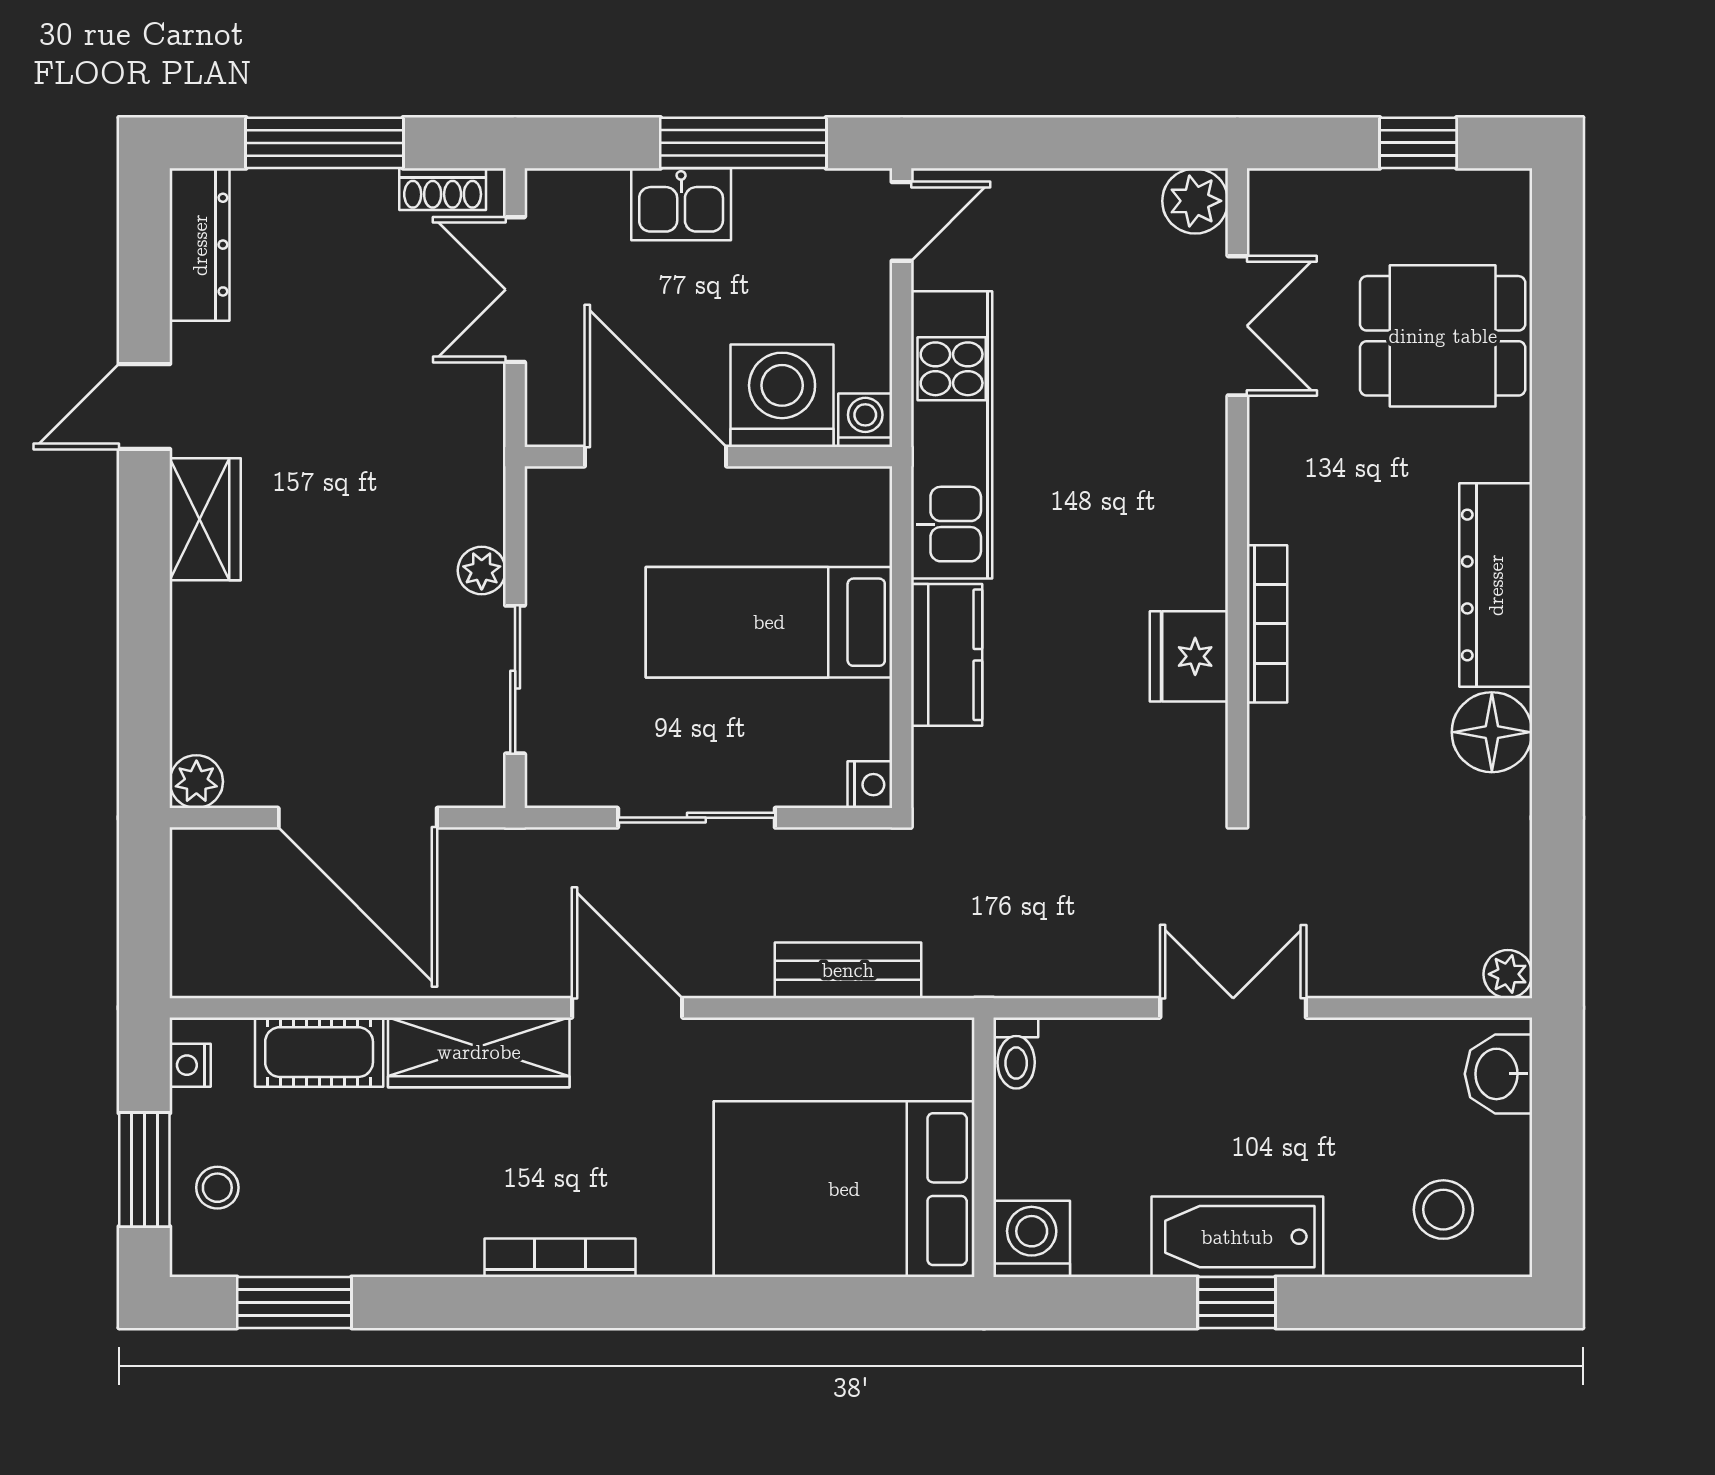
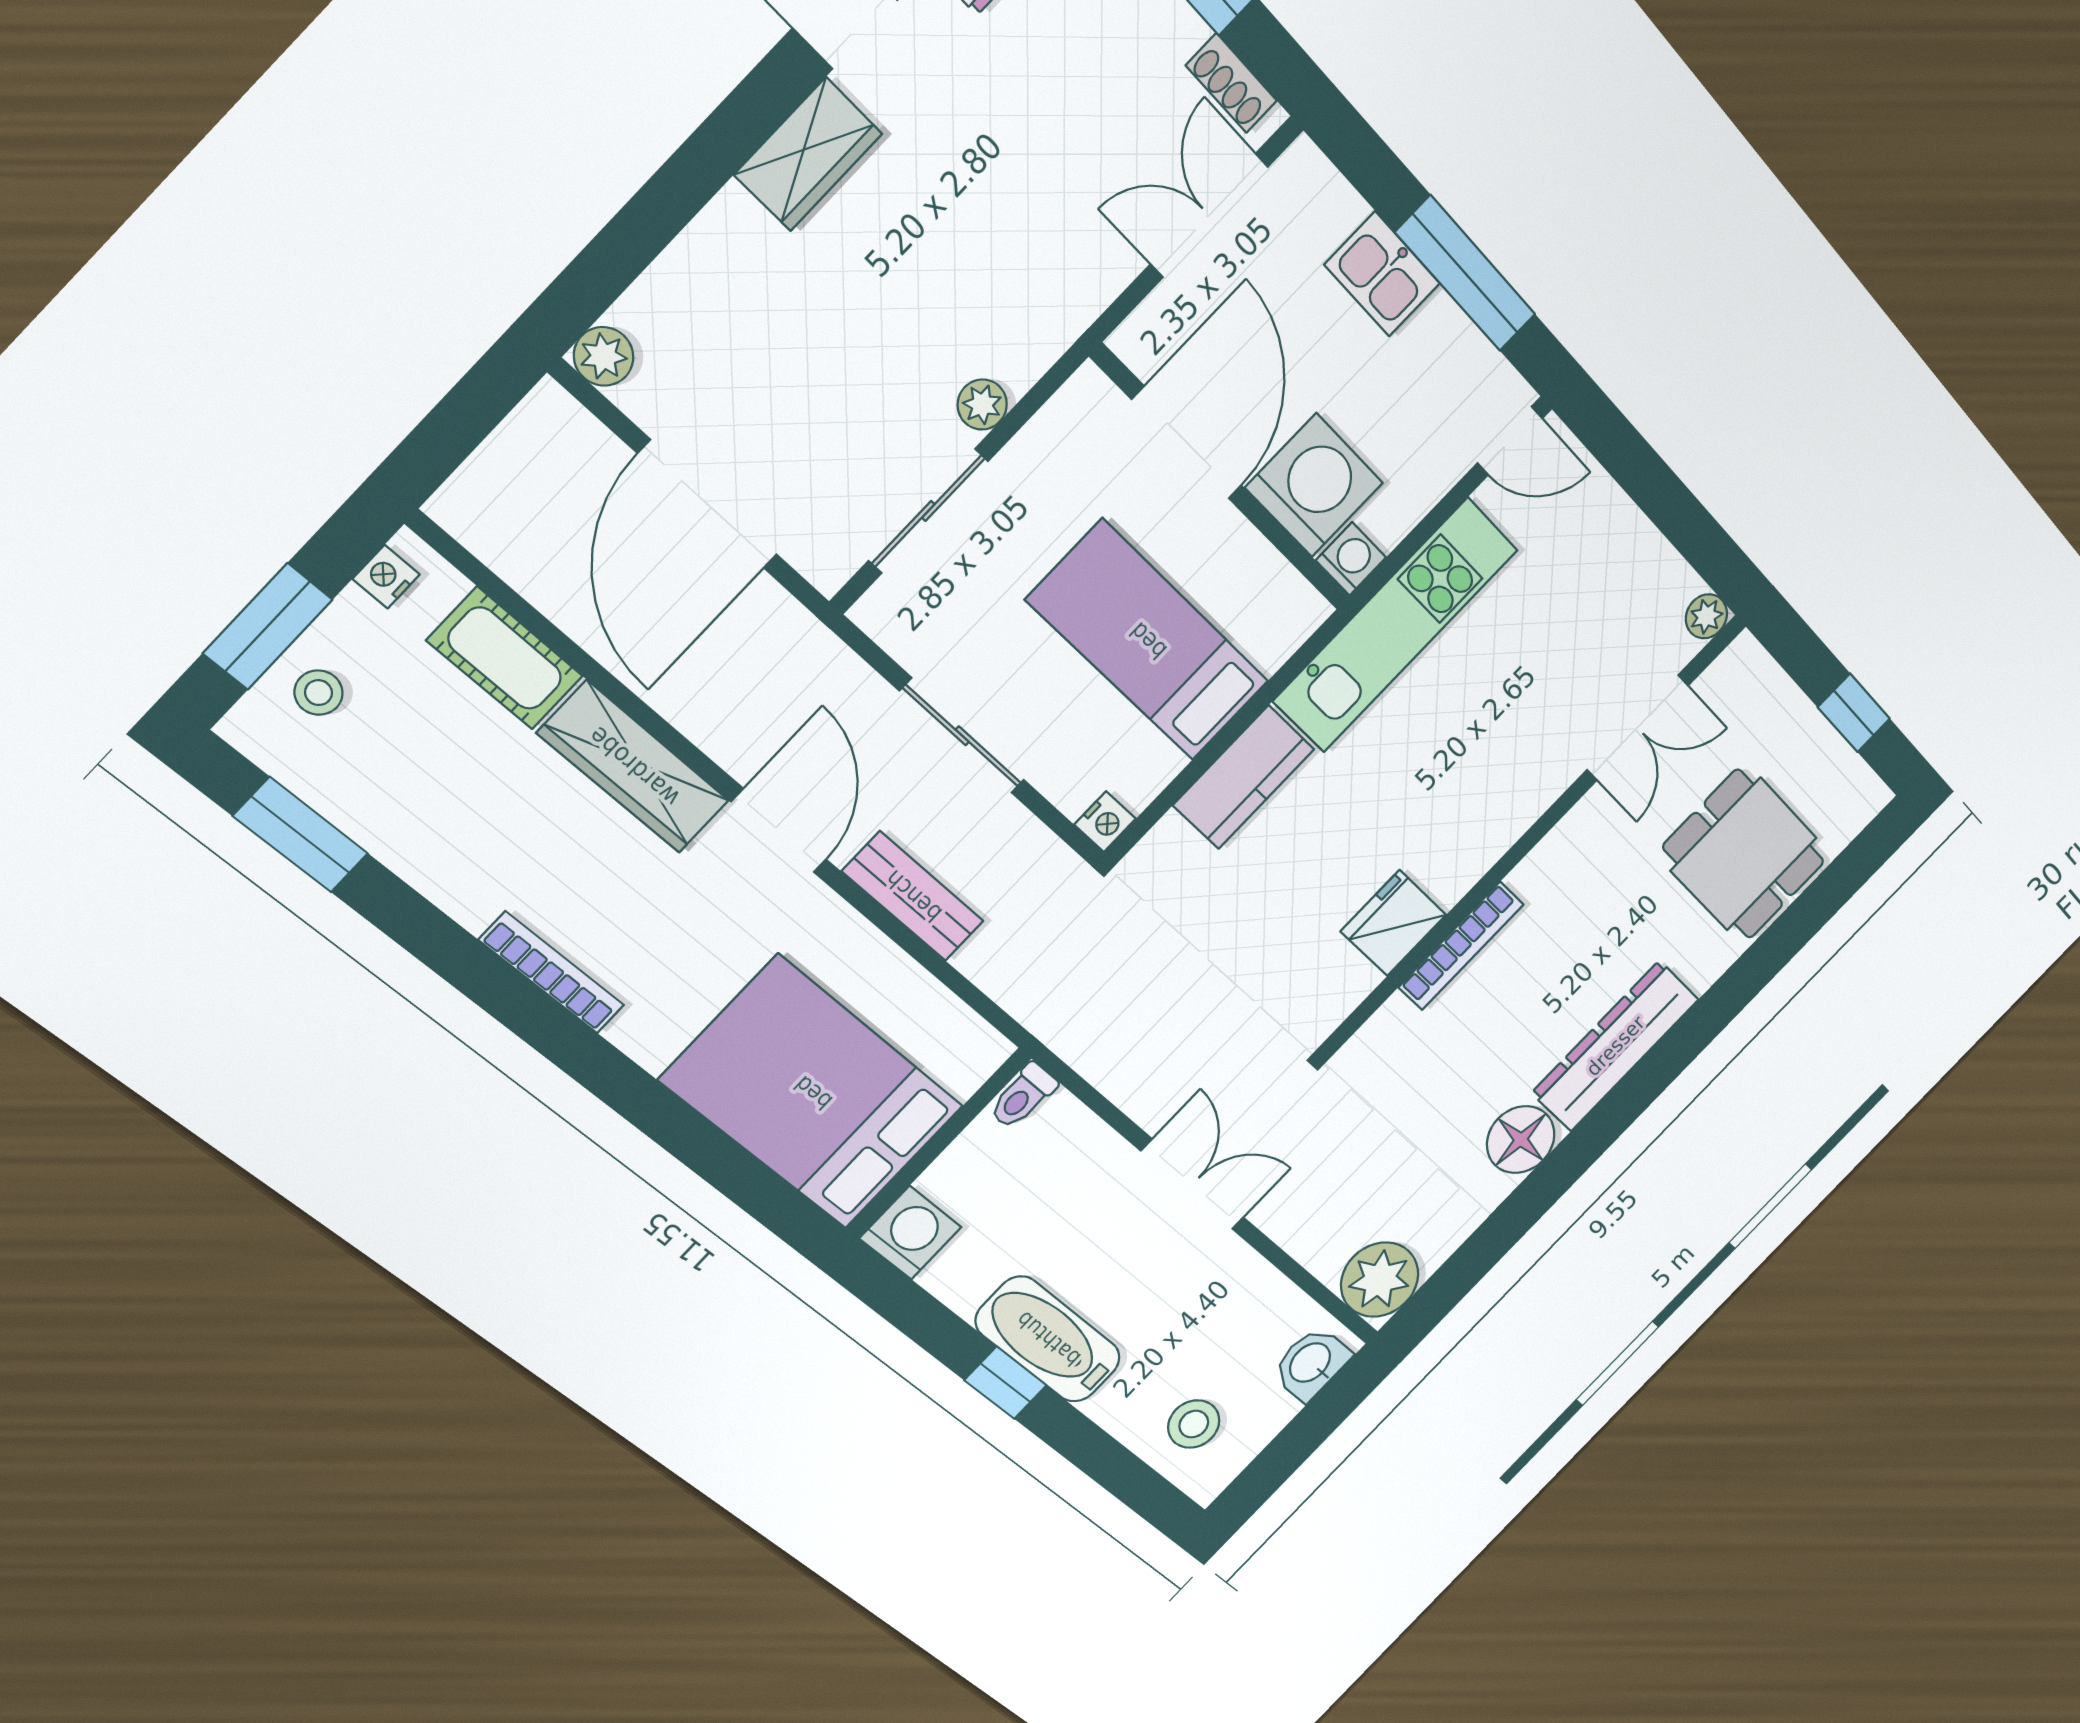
plant: (1195, 201) -> (1706, 616), width x0.73, depth x0.73
bench: (848, 970) -> (913, 896), moved
plant: (1508, 974) -> (1380, 1280), width x1.87, depth x1.87

